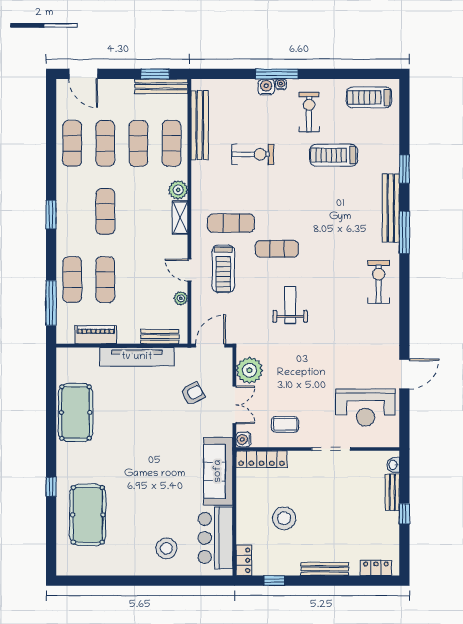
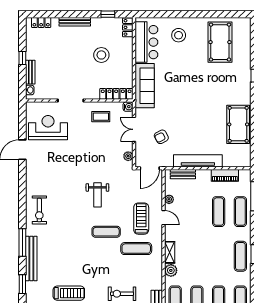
exercise mat: (105, 211) -> (240, 256), moved
plant: (249, 370) -> (128, 156), width x0.53, depth x0.53
pool table: (88, 515) -> (220, 42), moved

